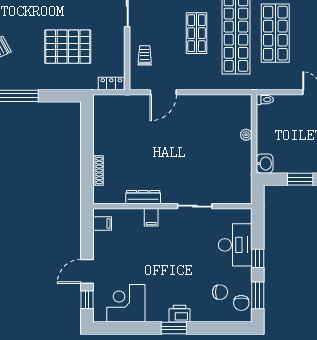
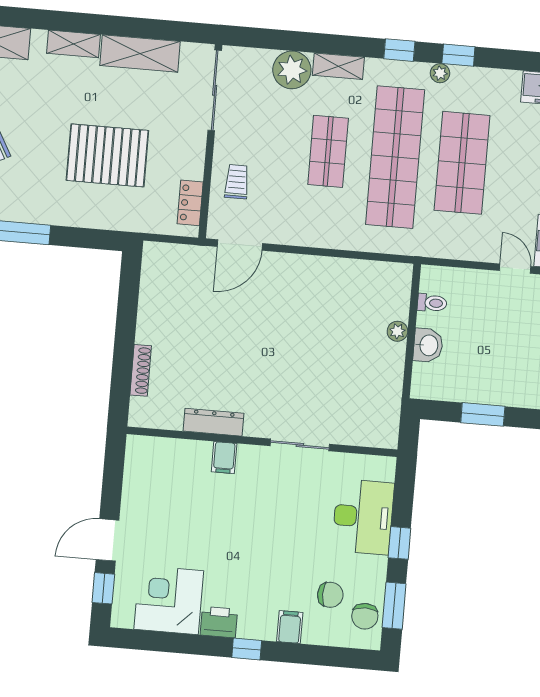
locker: (111, 84) -> (190, 203), moved, turned -90
door: (163, 92) -> (240, 245), moved
toilet: (265, 100) -> (432, 303), moved
washbasin: (265, 164) -> (428, 345), moved
filing cabinet: (102, 224) -> (290, 627), moved, turned -90
printer: (180, 314) -> (219, 622), moved
window: (174, 328) -> (247, 649), width x0.67

